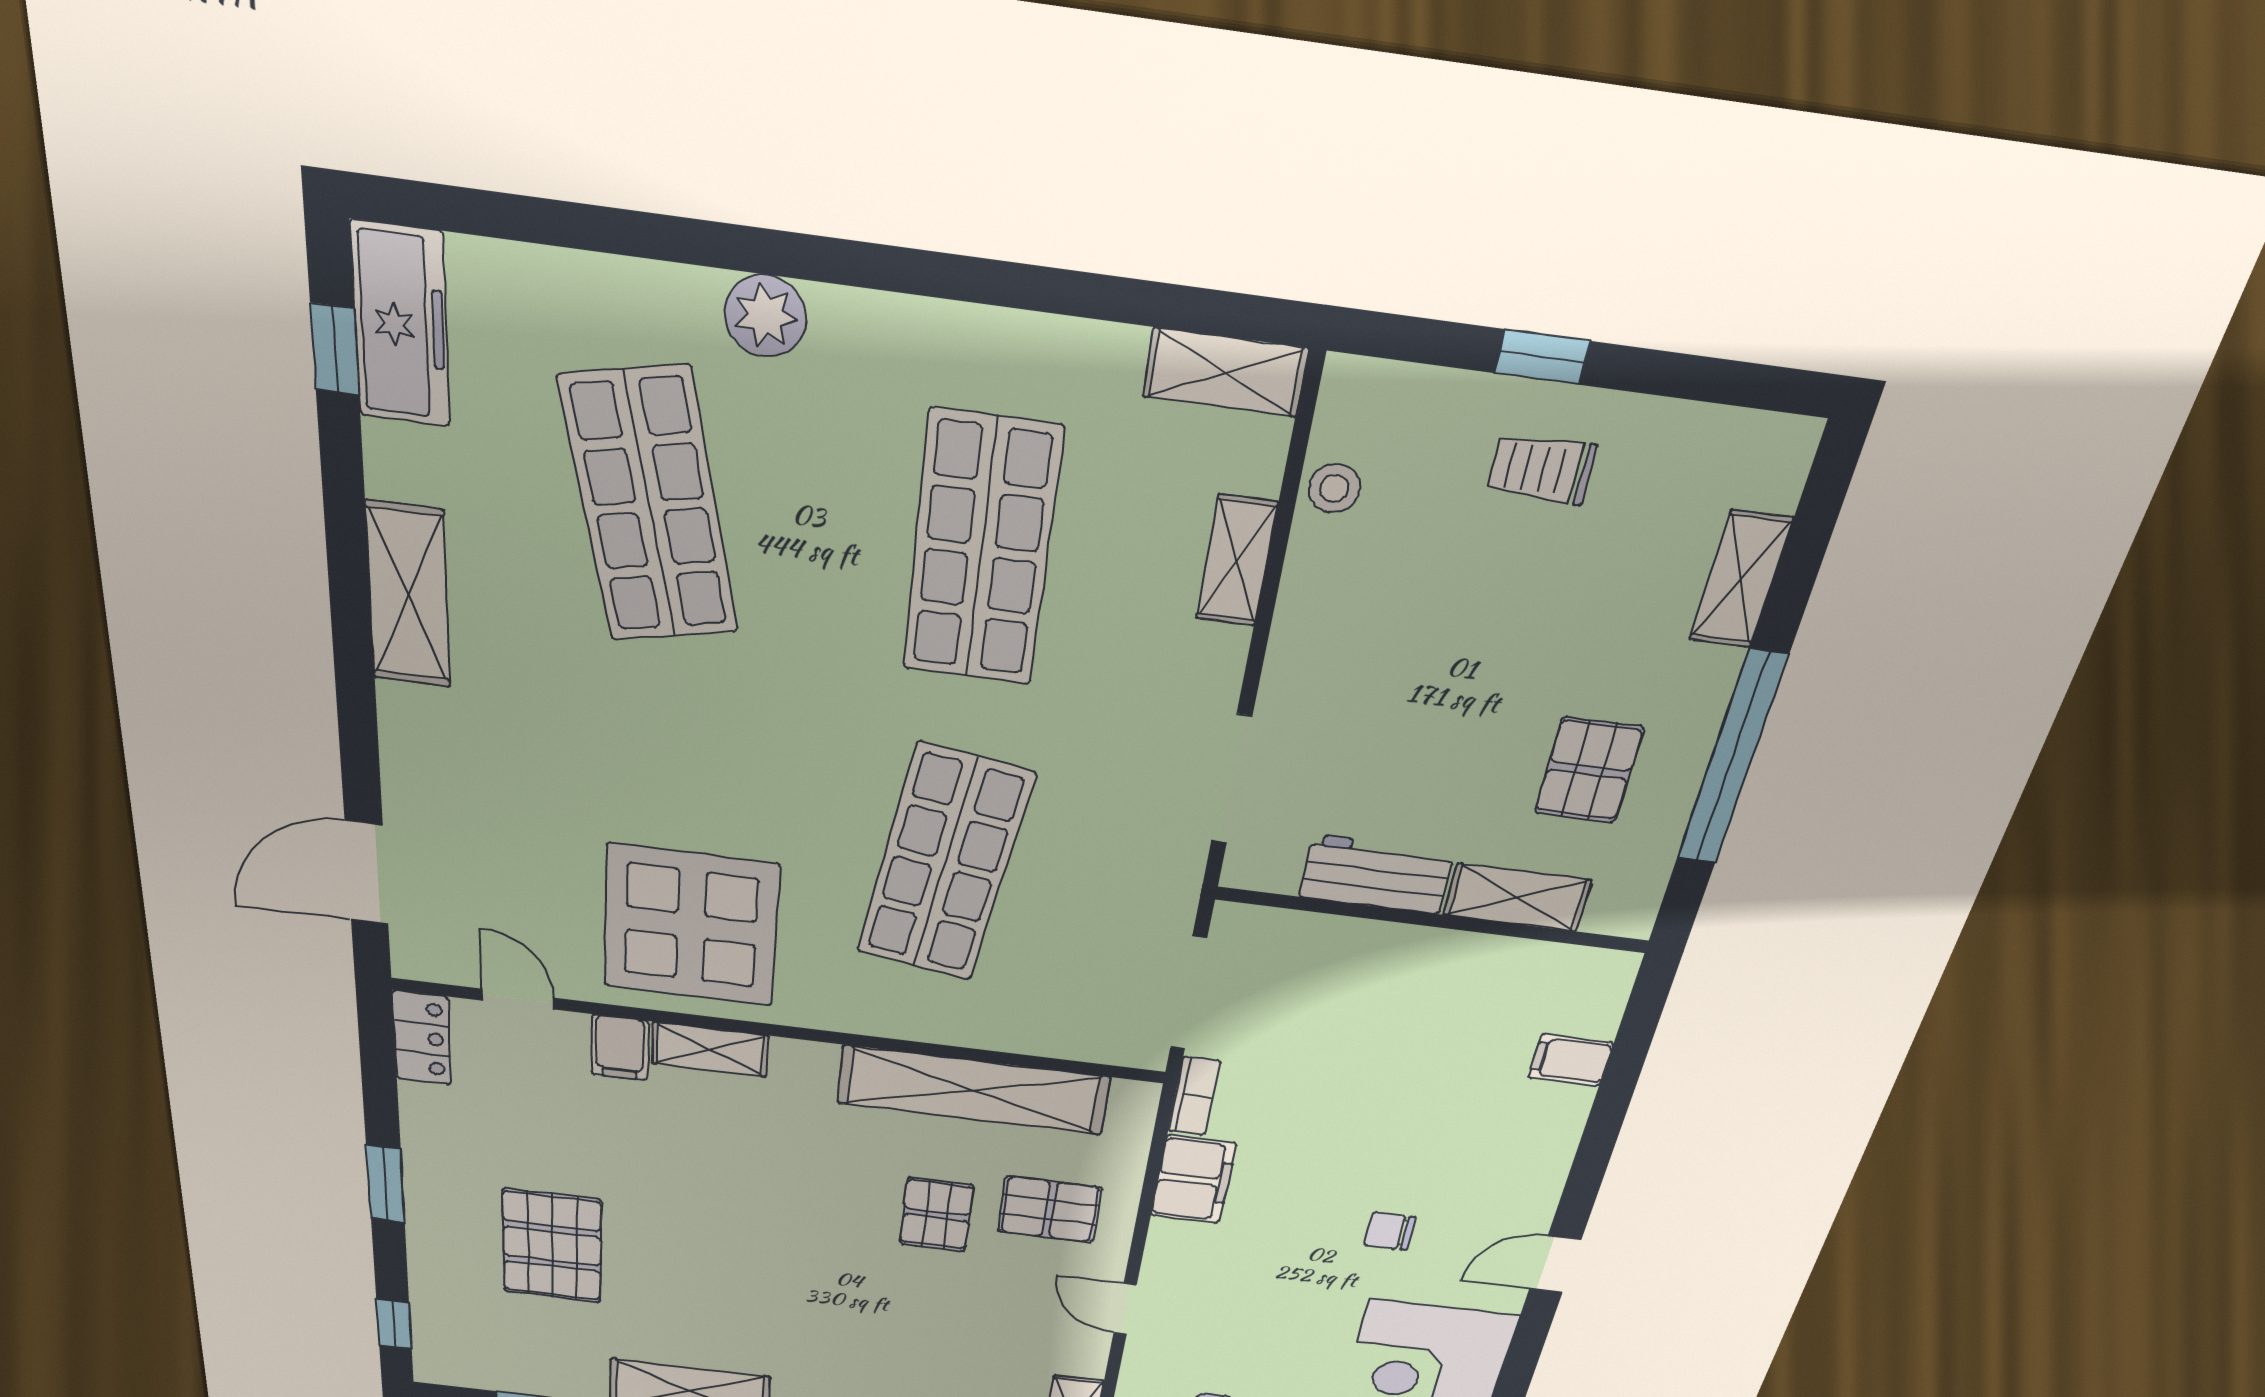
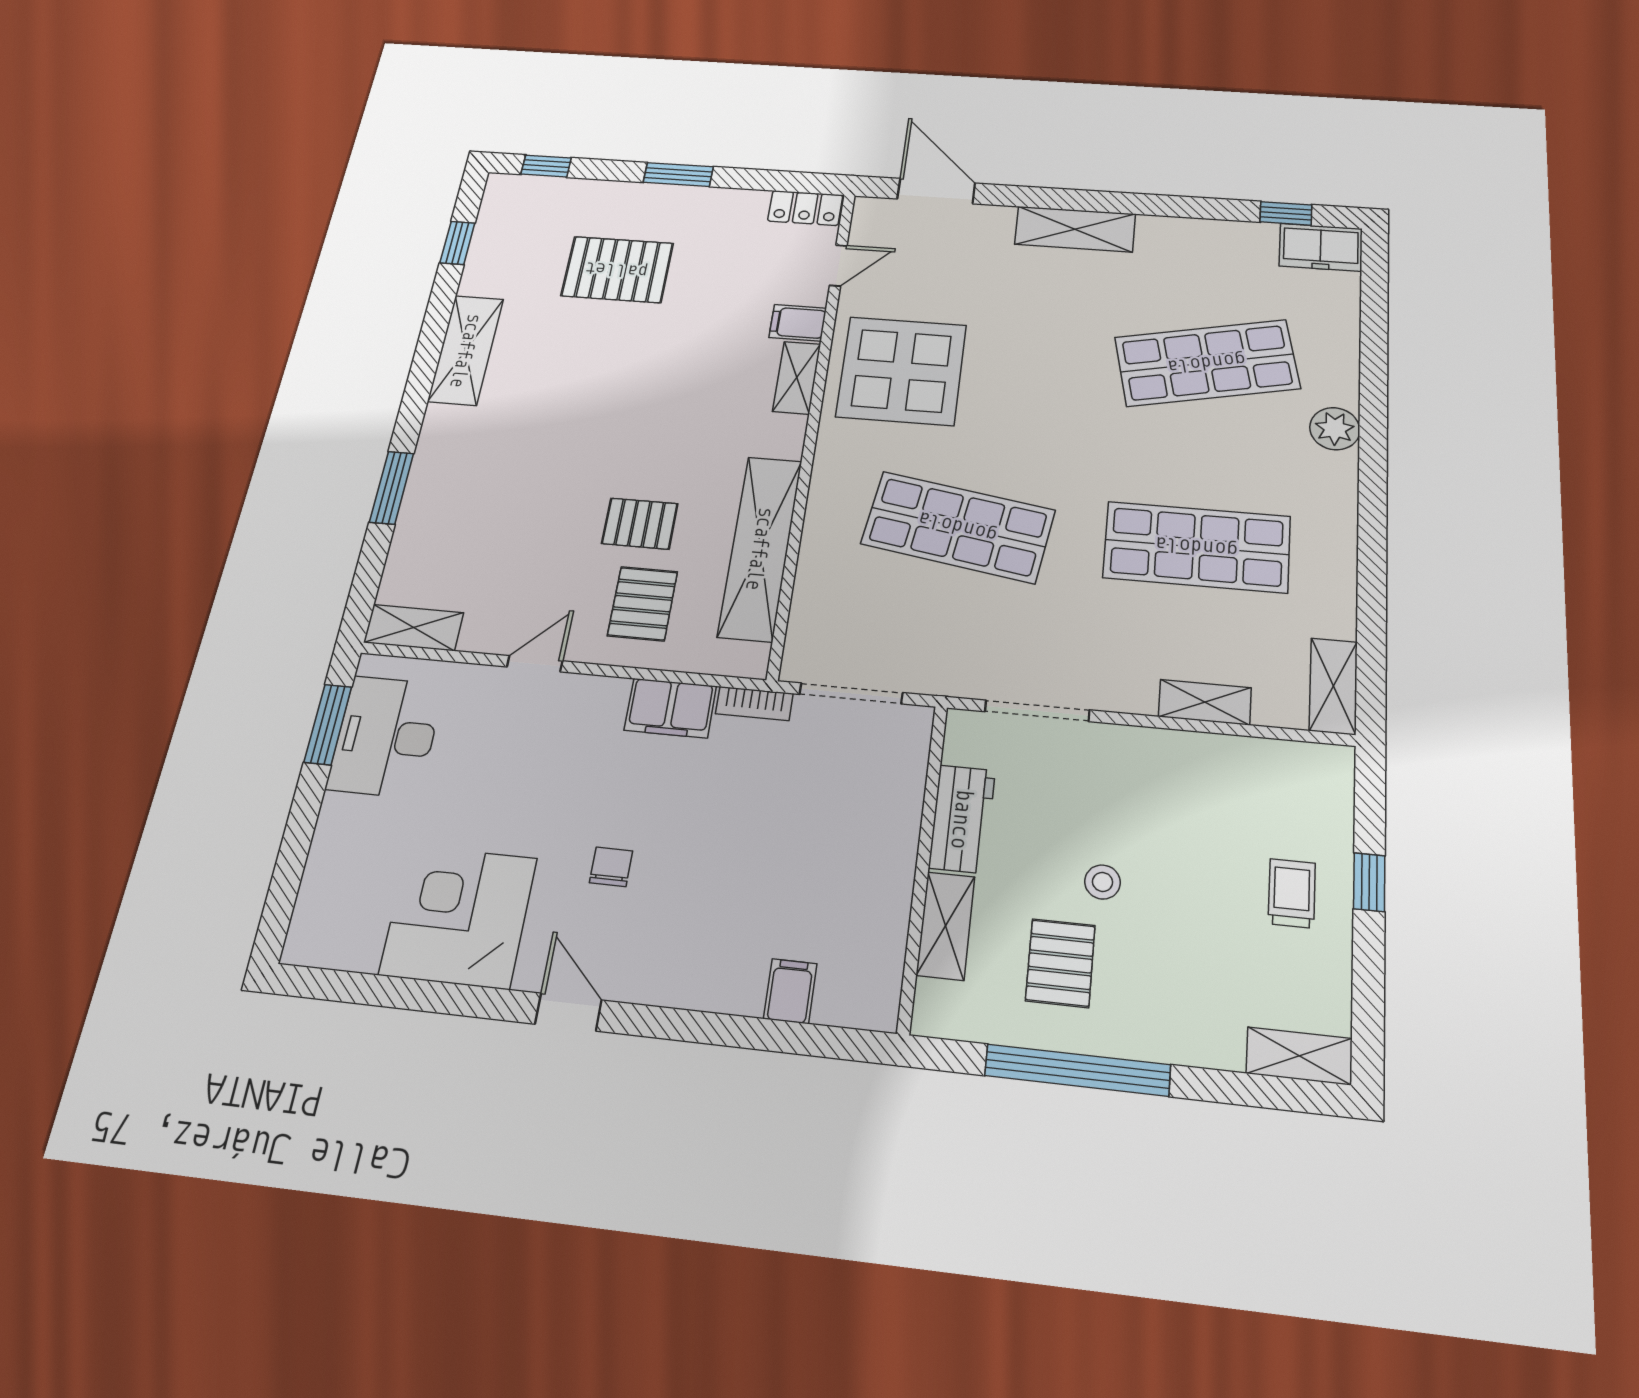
freezer: (401, 325) -> (1321, 247), width x0.71
stool: (1334, 488) -> (1102, 882), moved
shelving: (1741, 579) -> (1299, 1056), moved
shelving: (408, 595) -> (1075, 229), moved
pallet: (1589, 770) -> (1060, 963), turned 90

